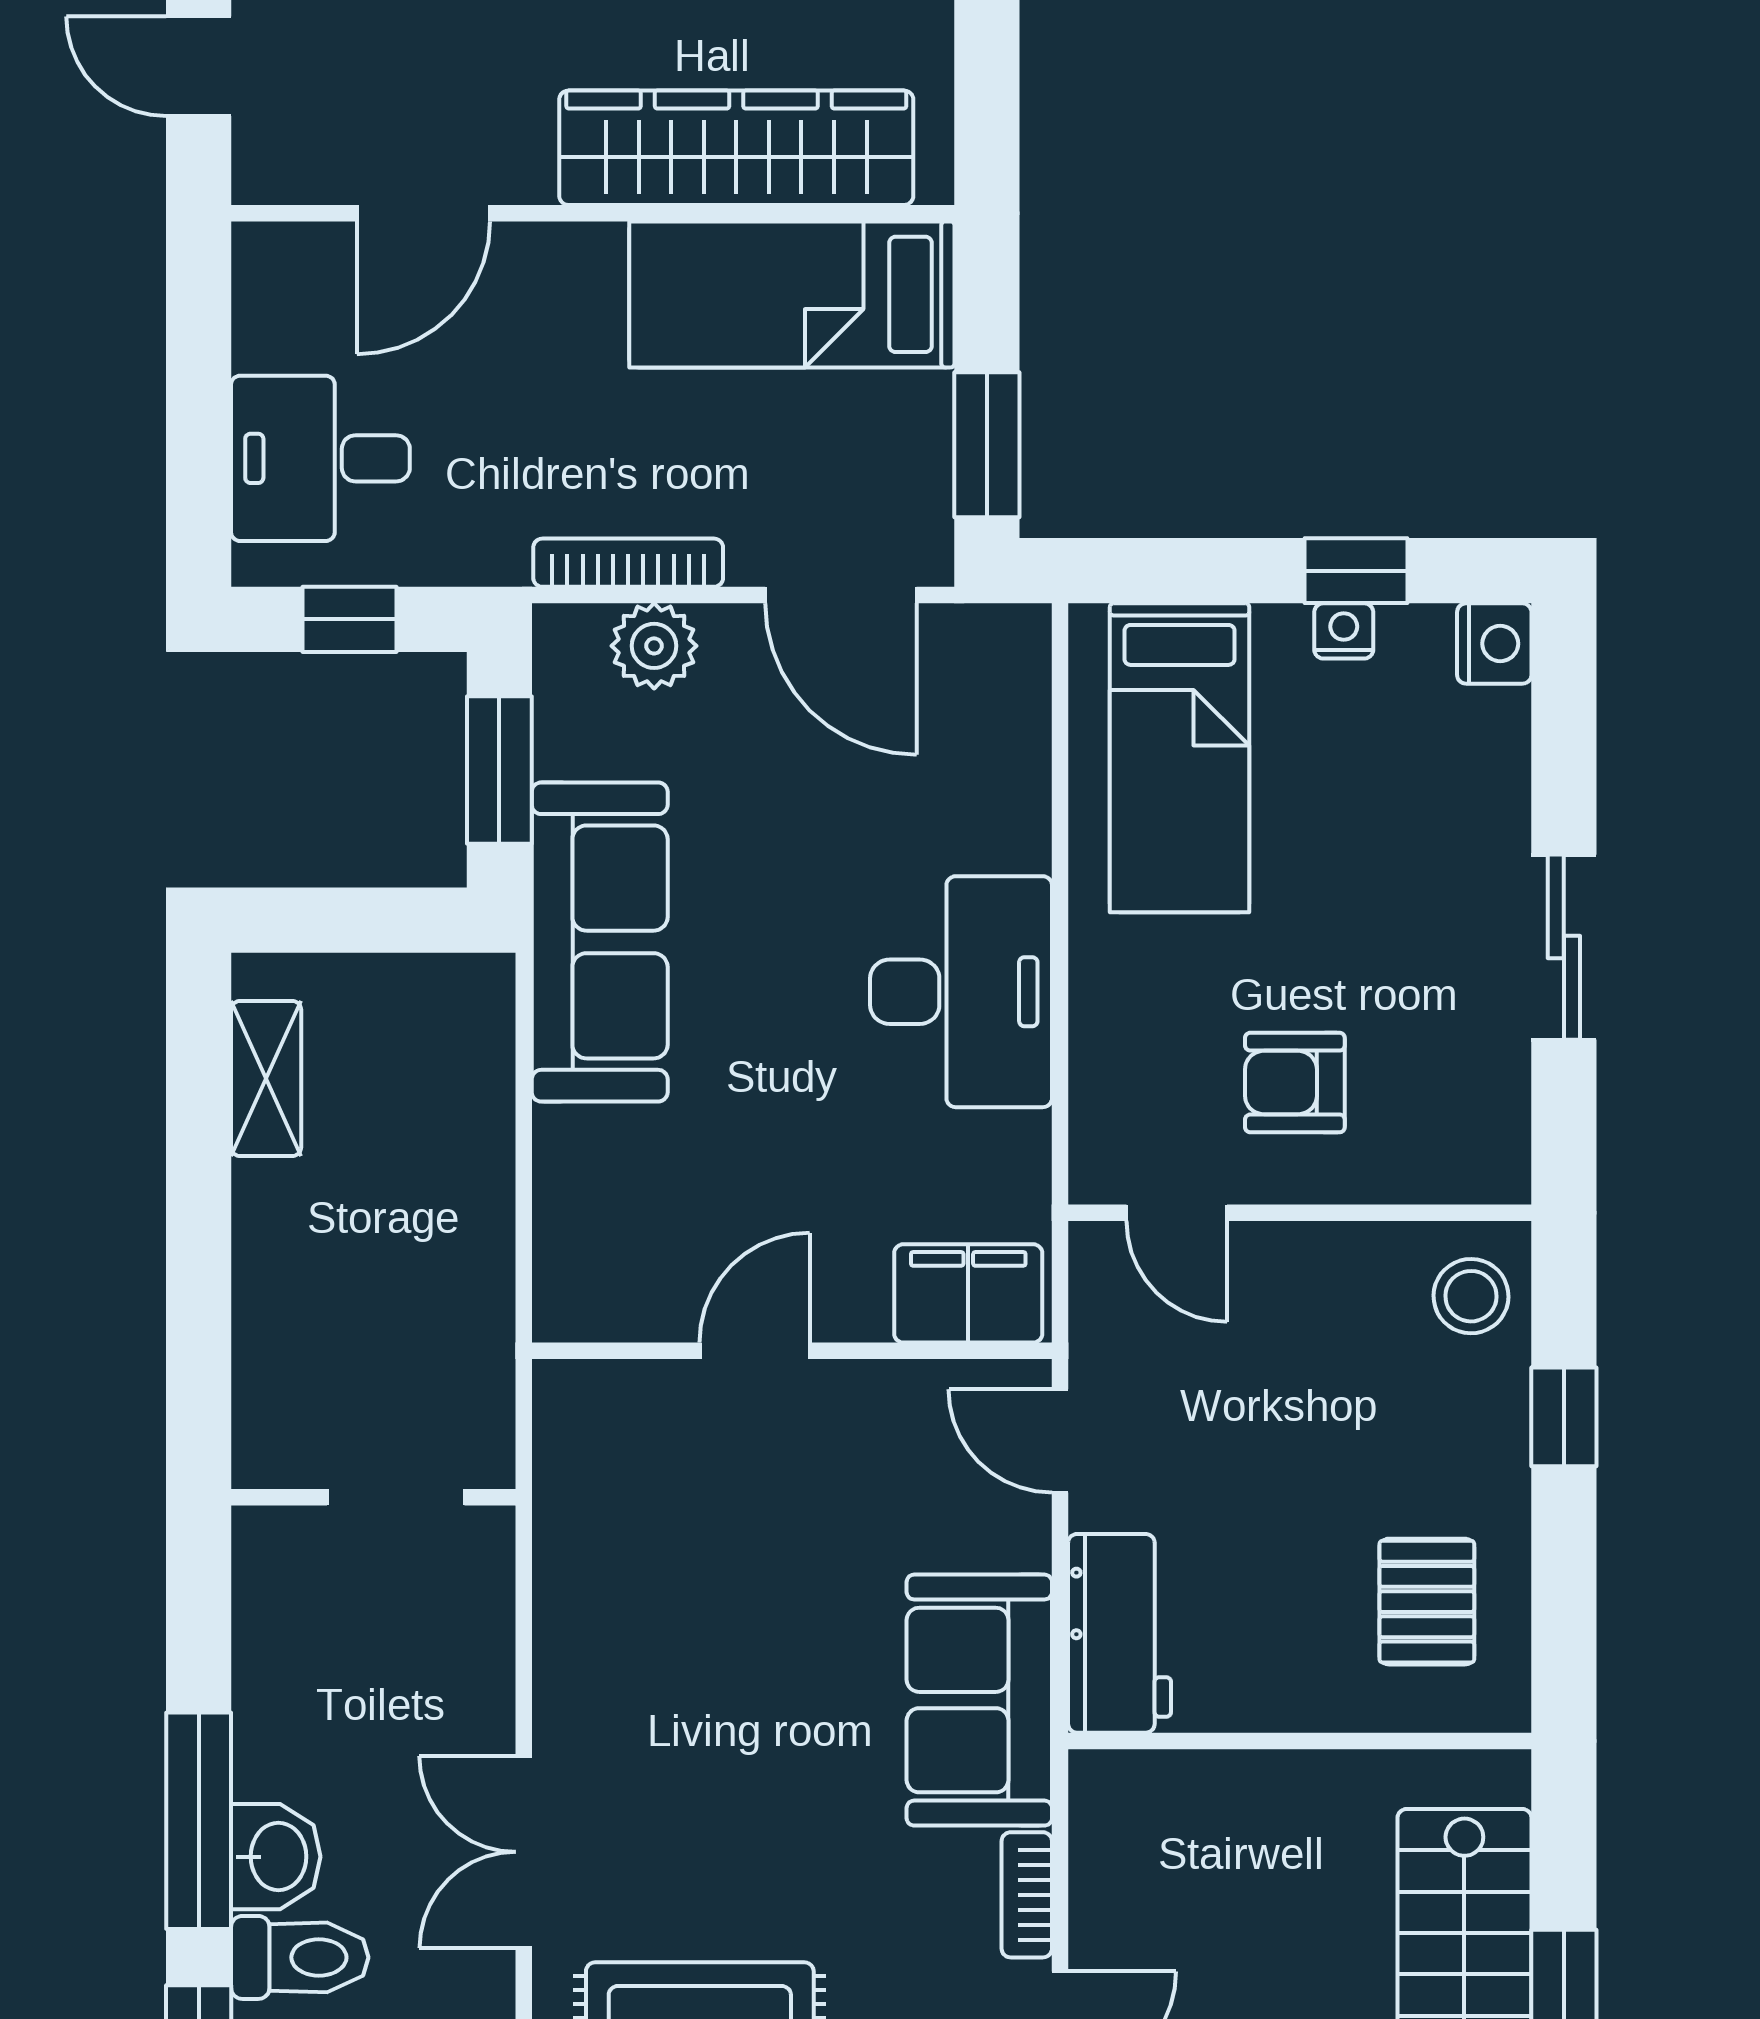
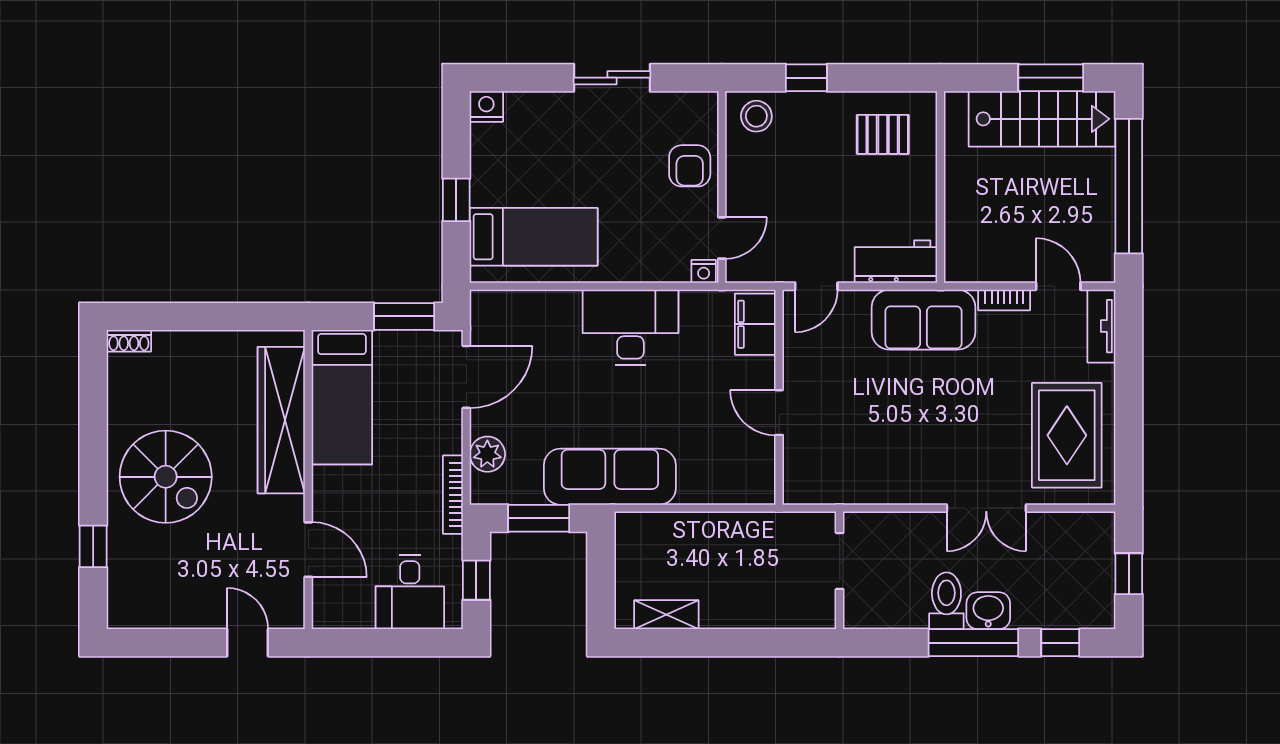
door: (199, 66) -> (248, 643), swing flipped
bookcase: (628, 563) -> (453, 495), moved
window: (1356, 571) -> (456, 200), moved
nightstand: (1344, 631) -> (704, 271), moved, turned -90
armchair: (1295, 1083) -> (690, 166), moved
toilet: (300, 1957) -> (946, 601), moved

